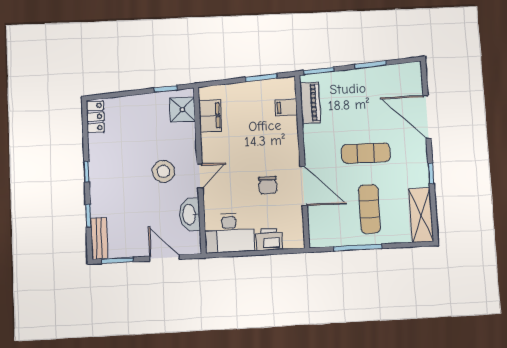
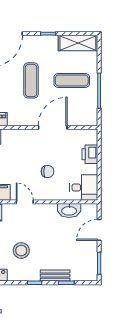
stool: (163, 171) -> (21, 251), moved
door: (200, 176) -> (25, 202), moved
chair: (268, 185) -> (48, 172), moved
desk: (229, 233) -> (84, 187), width x0.73
bench: (99, 238) -> (55, 276), moved

